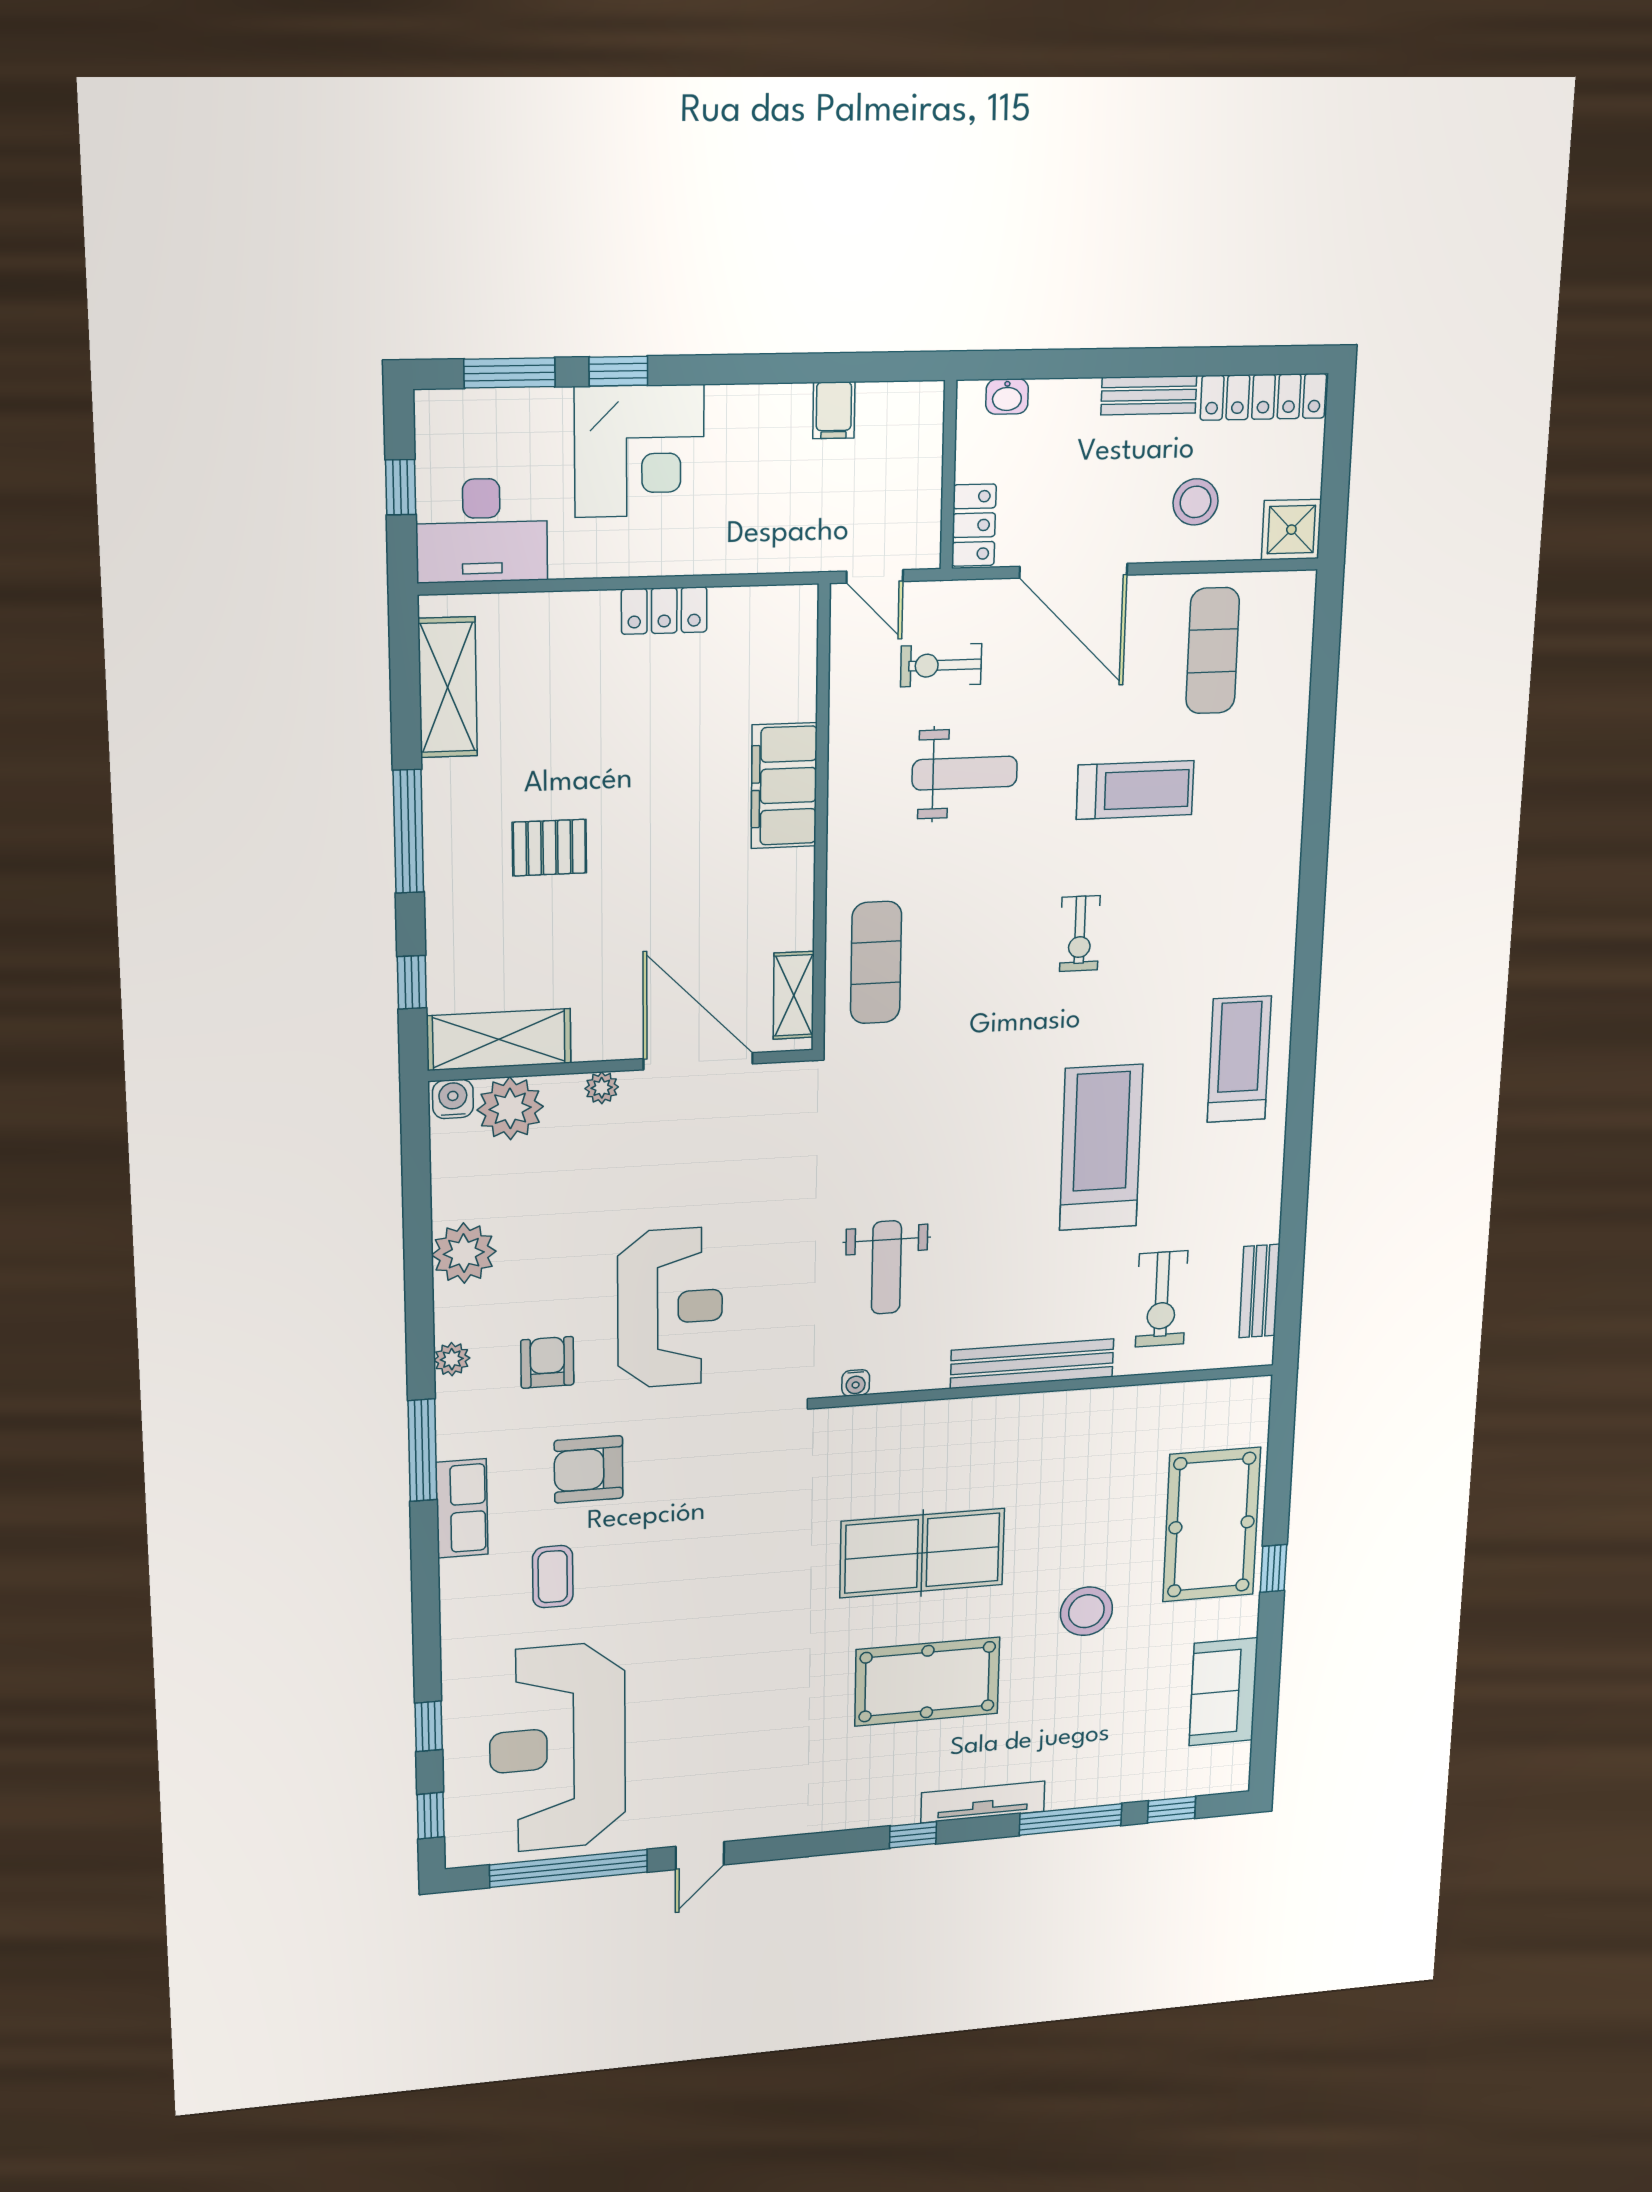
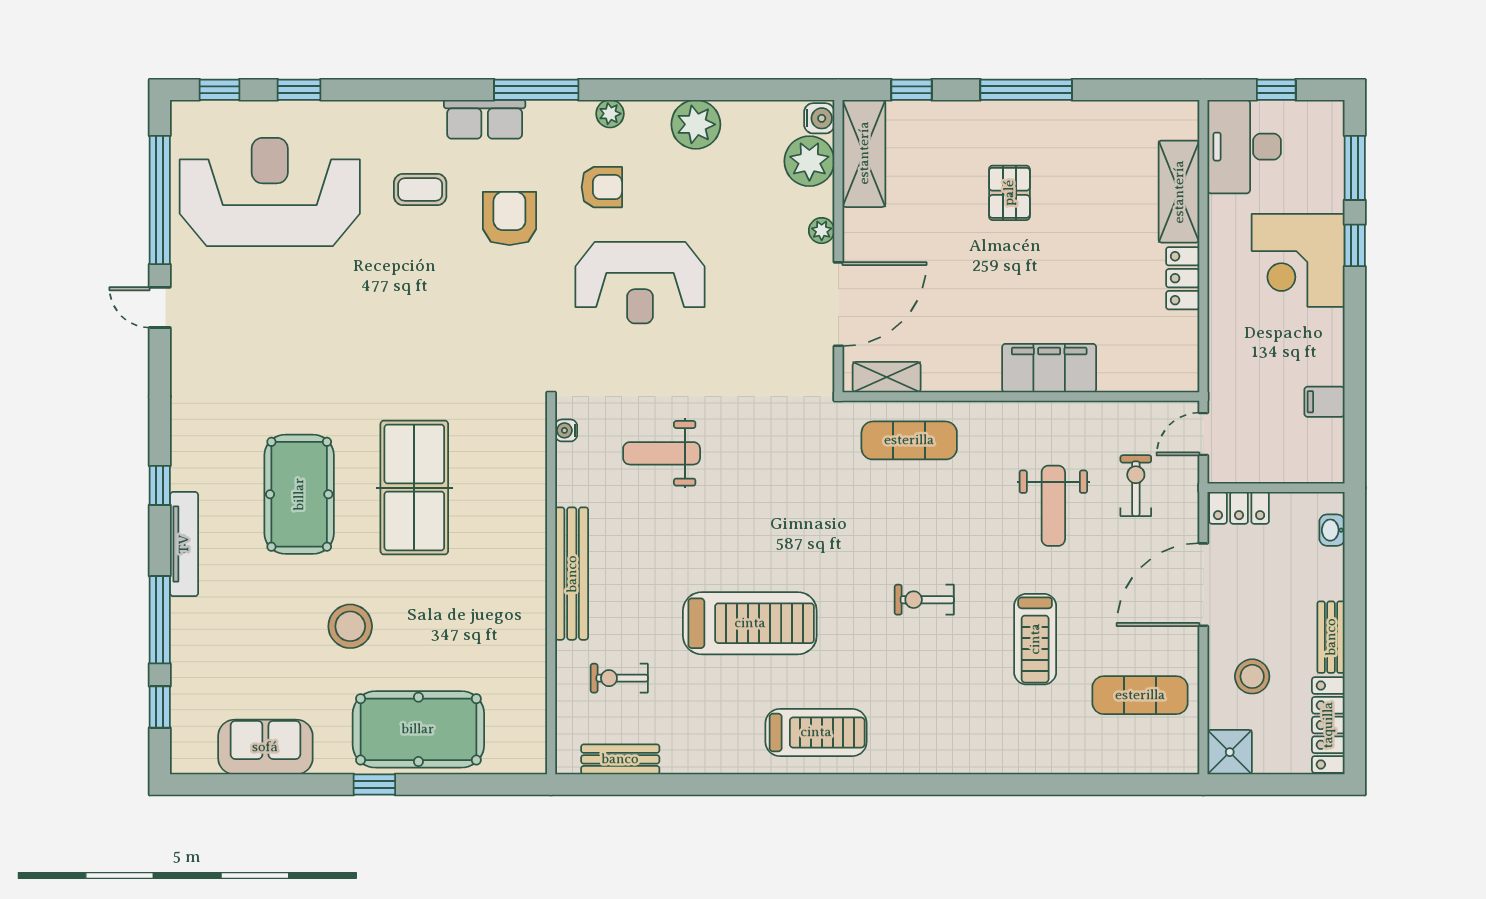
shelving: (448, 687) -> (1179, 192), moved, turned 90
exercise bike: (1162, 1299) -> (619, 678), width x0.73, depth x0.72

